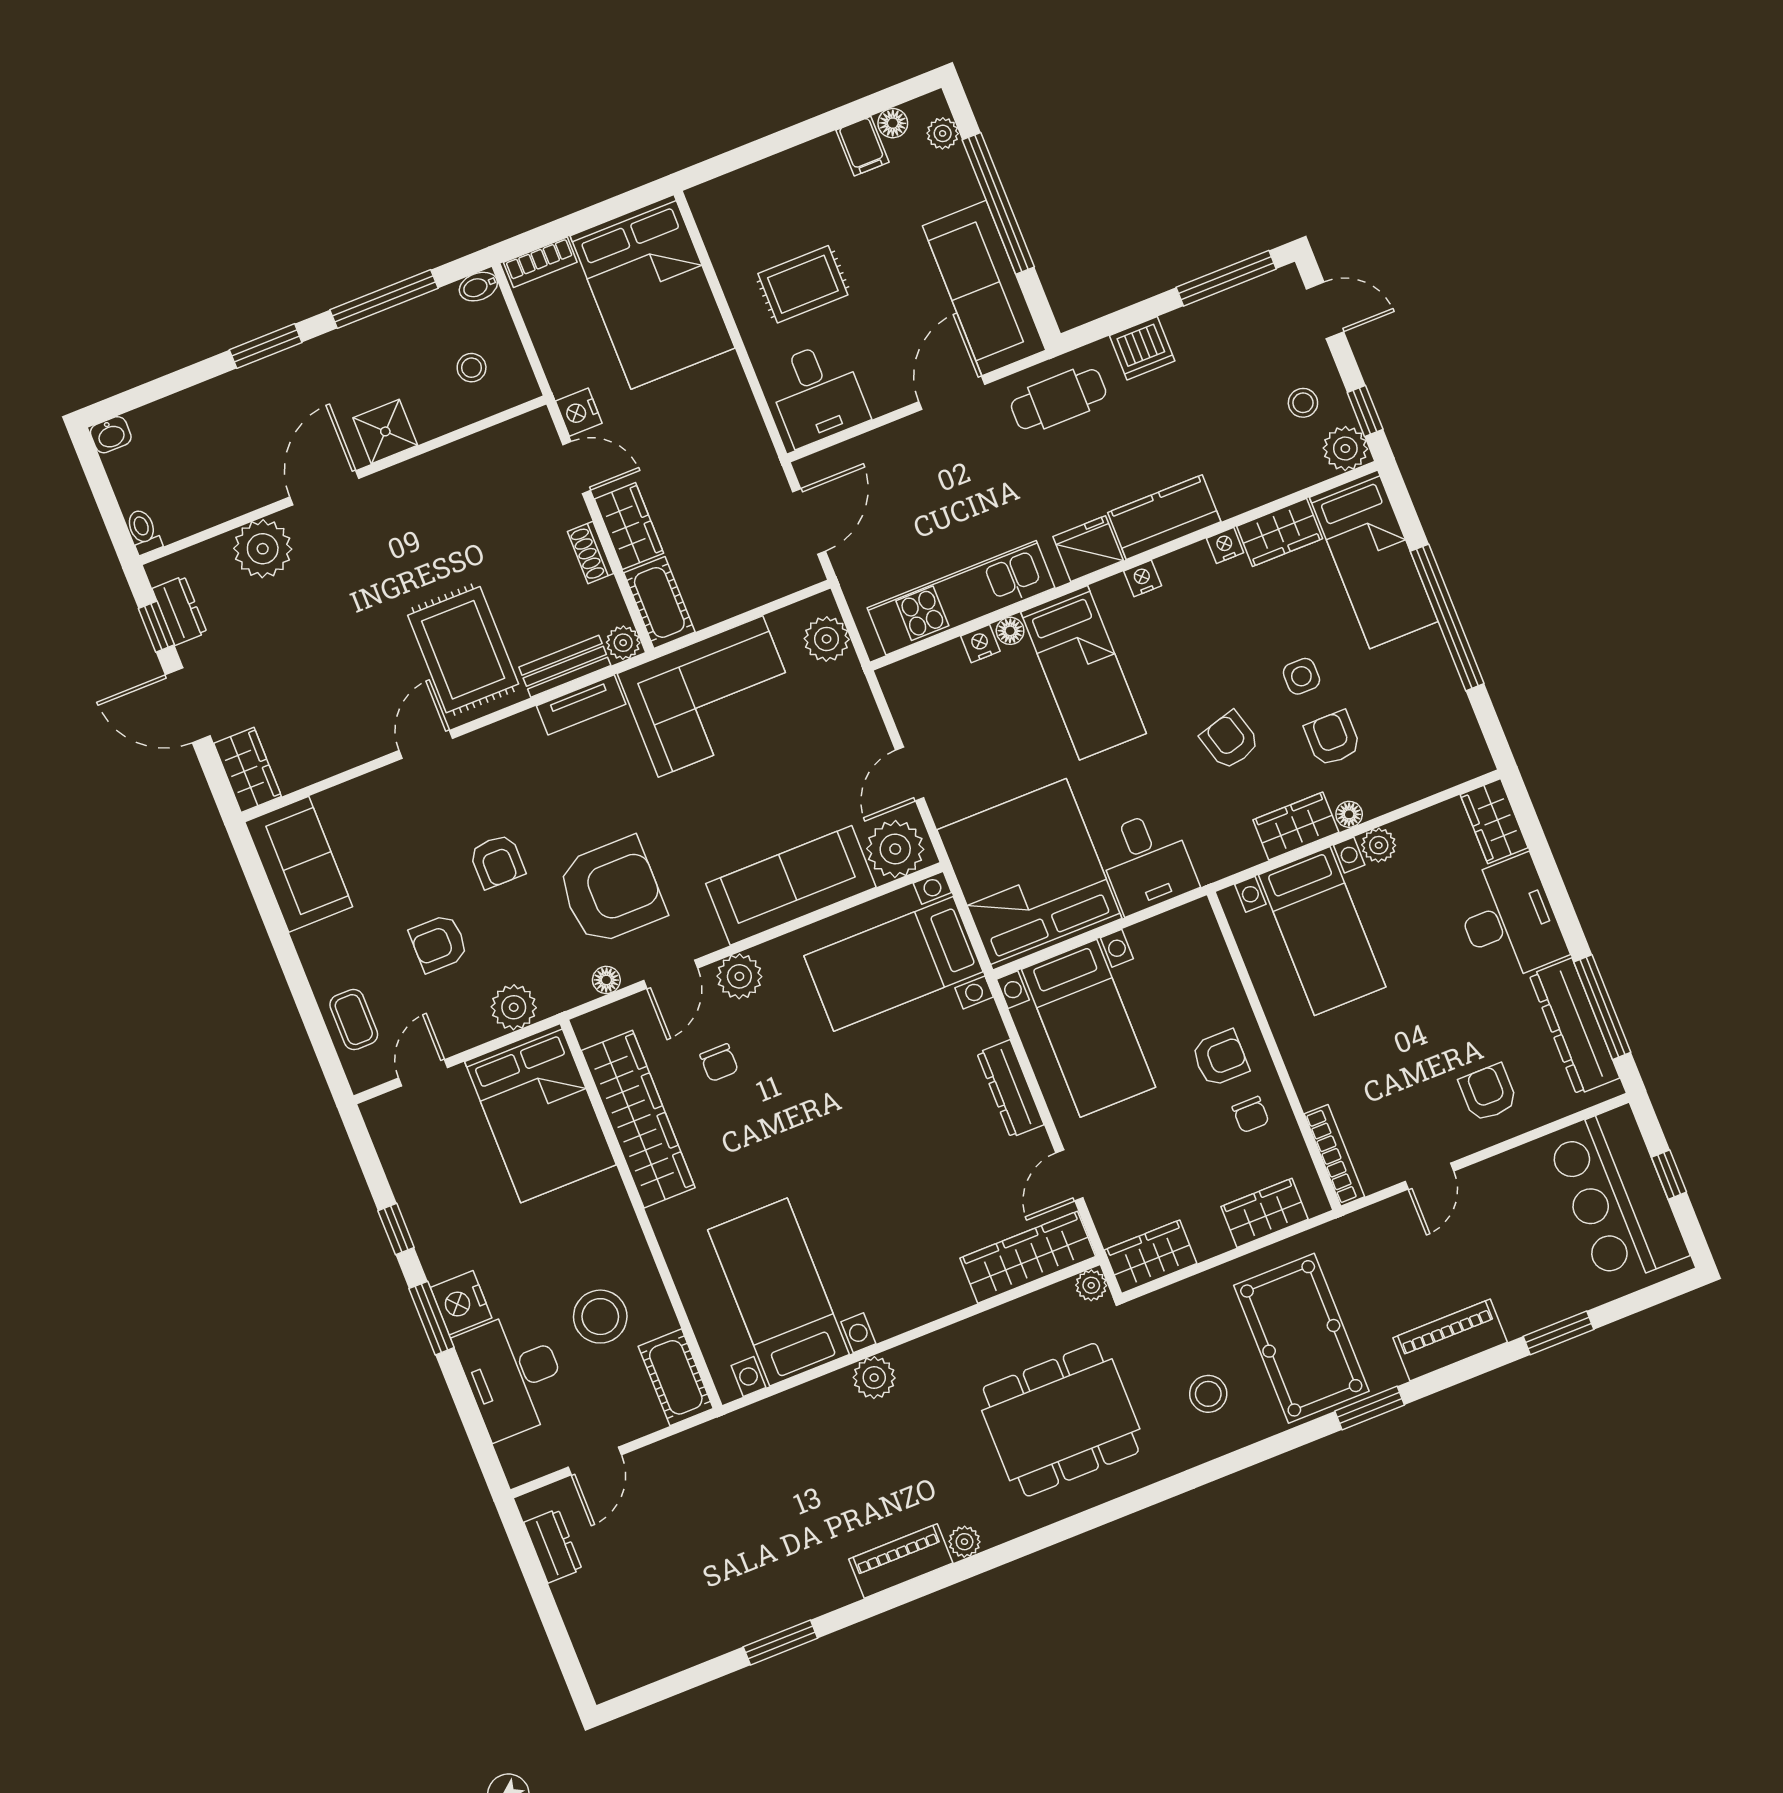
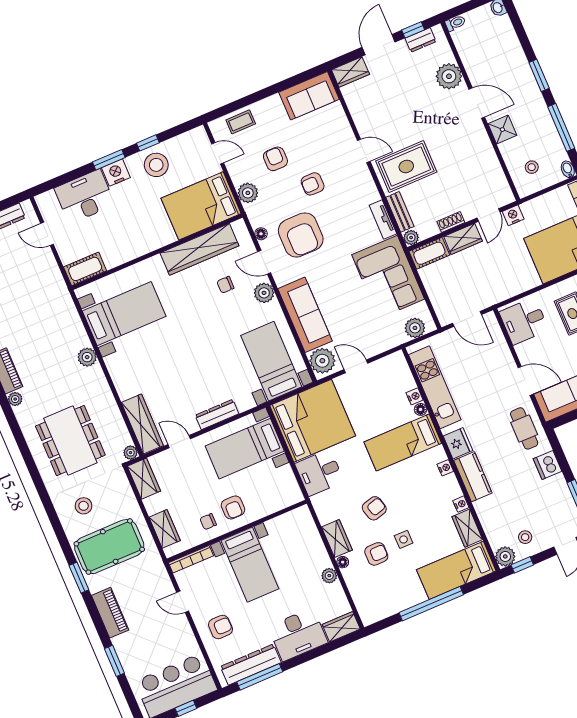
bed with nightstands: (1322, 931) -> (250, 565), moved, turned -90
stool: (600, 1317) -> (156, 165), moved

